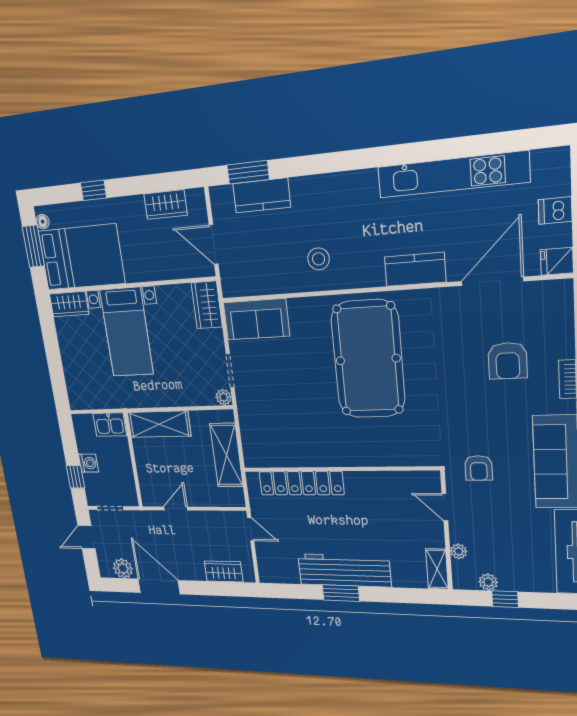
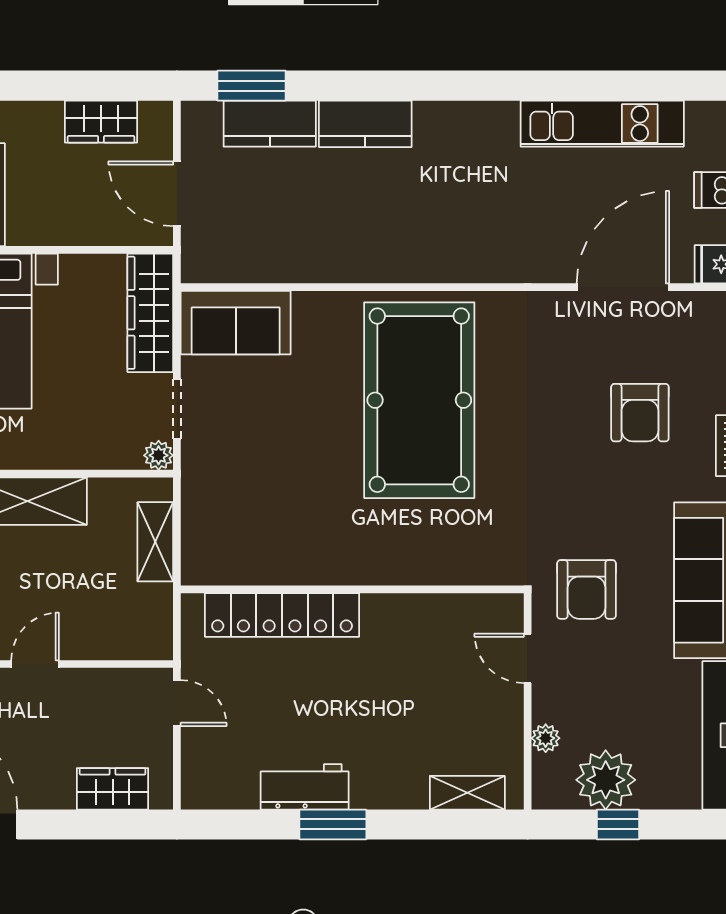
kitchen unit: (453, 175) -> (602, 124), width x0.73
stool: (319, 259) -> (353, 231), removed
kitchen counter: (415, 269) -> (365, 124), moved, turned 180
wardrobe: (207, 305) -> (150, 313), width x1.50
shelving: (226, 455) -> (155, 542), width x0.67, depth x0.75
armchair: (479, 468) -> (587, 589), width x1.38, depth x1.38
shelving: (437, 569) -> (467, 793), moved, turned 90
workbench: (344, 570) -> (305, 787), width x0.53, depth x0.76
plant: (488, 582) -> (606, 780), width x1.87, depth x1.87

